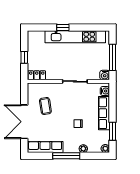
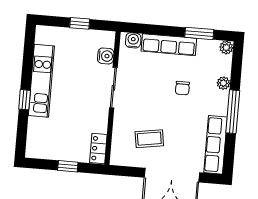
kitchen unit: (75, 37) -> (41, 81), width x0.73
window: (113, 57) -> (80, 23), width x0.46
water cooler: (105, 75) -> (106, 56), moved

